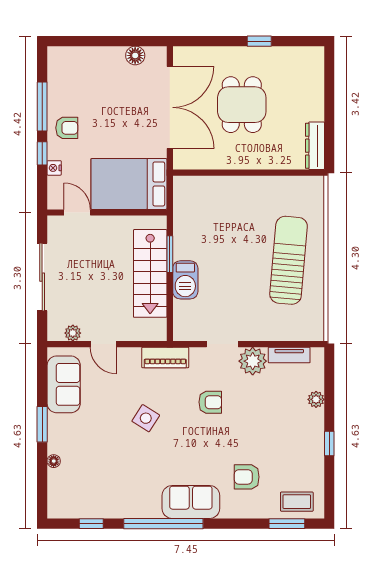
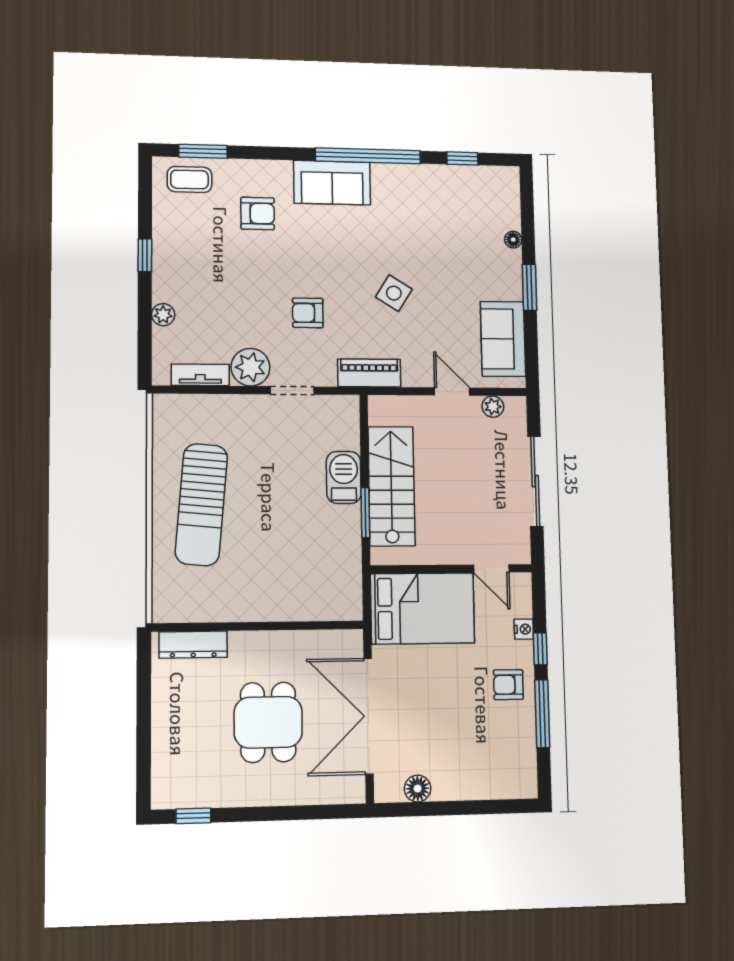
window: (259, 41) -> (193, 816), moved
dresser: (315, 146) -> (193, 645), moved, turned 90

